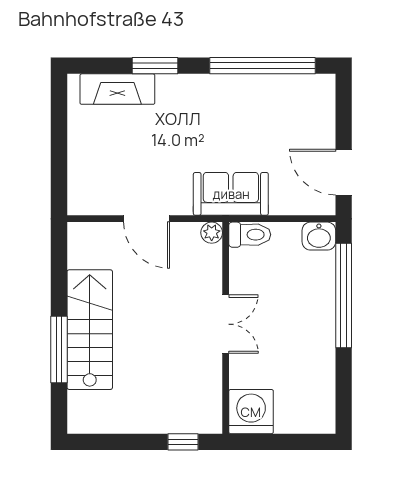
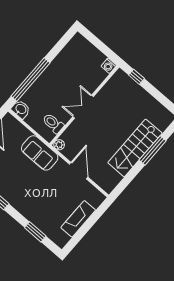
window: (155, 66) -> (35, 232), moved
fireplace: (117, 89) -> (78, 219), moved, turned -90
toilet: (250, 235) -> (53, 123), moved
washing machine: (251, 412) -> (109, 66), width x0.53, depth x0.53

